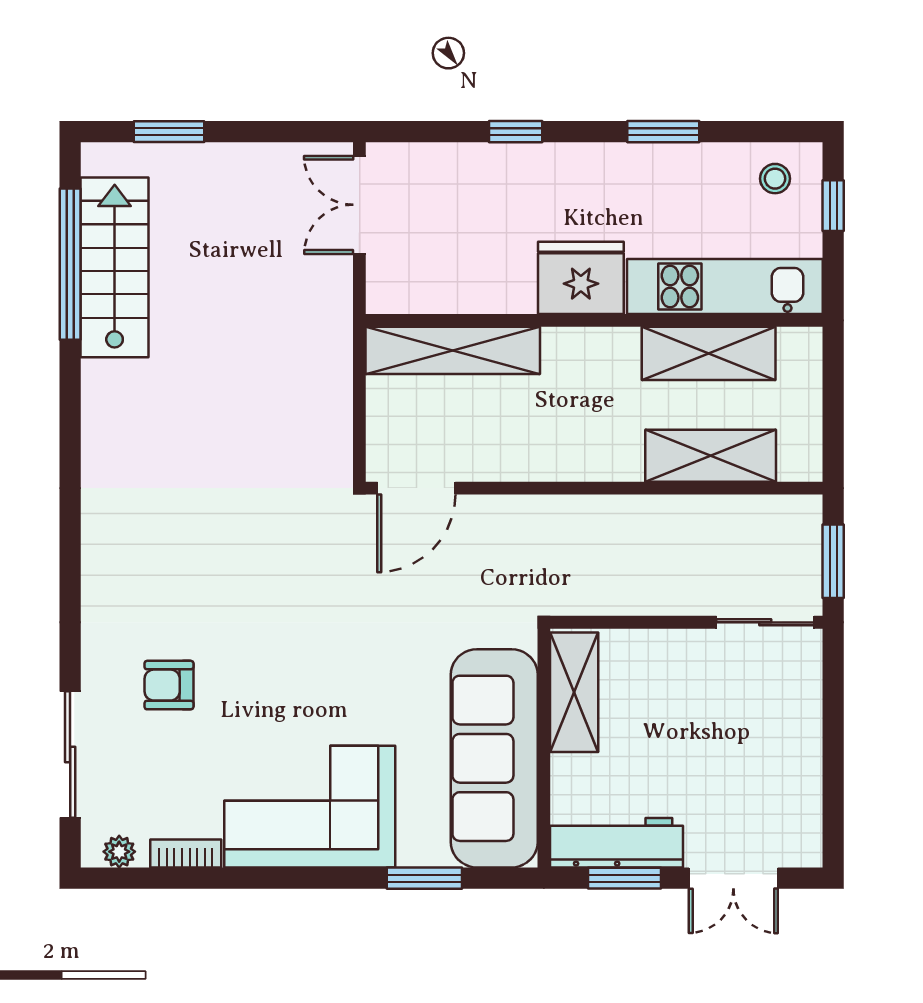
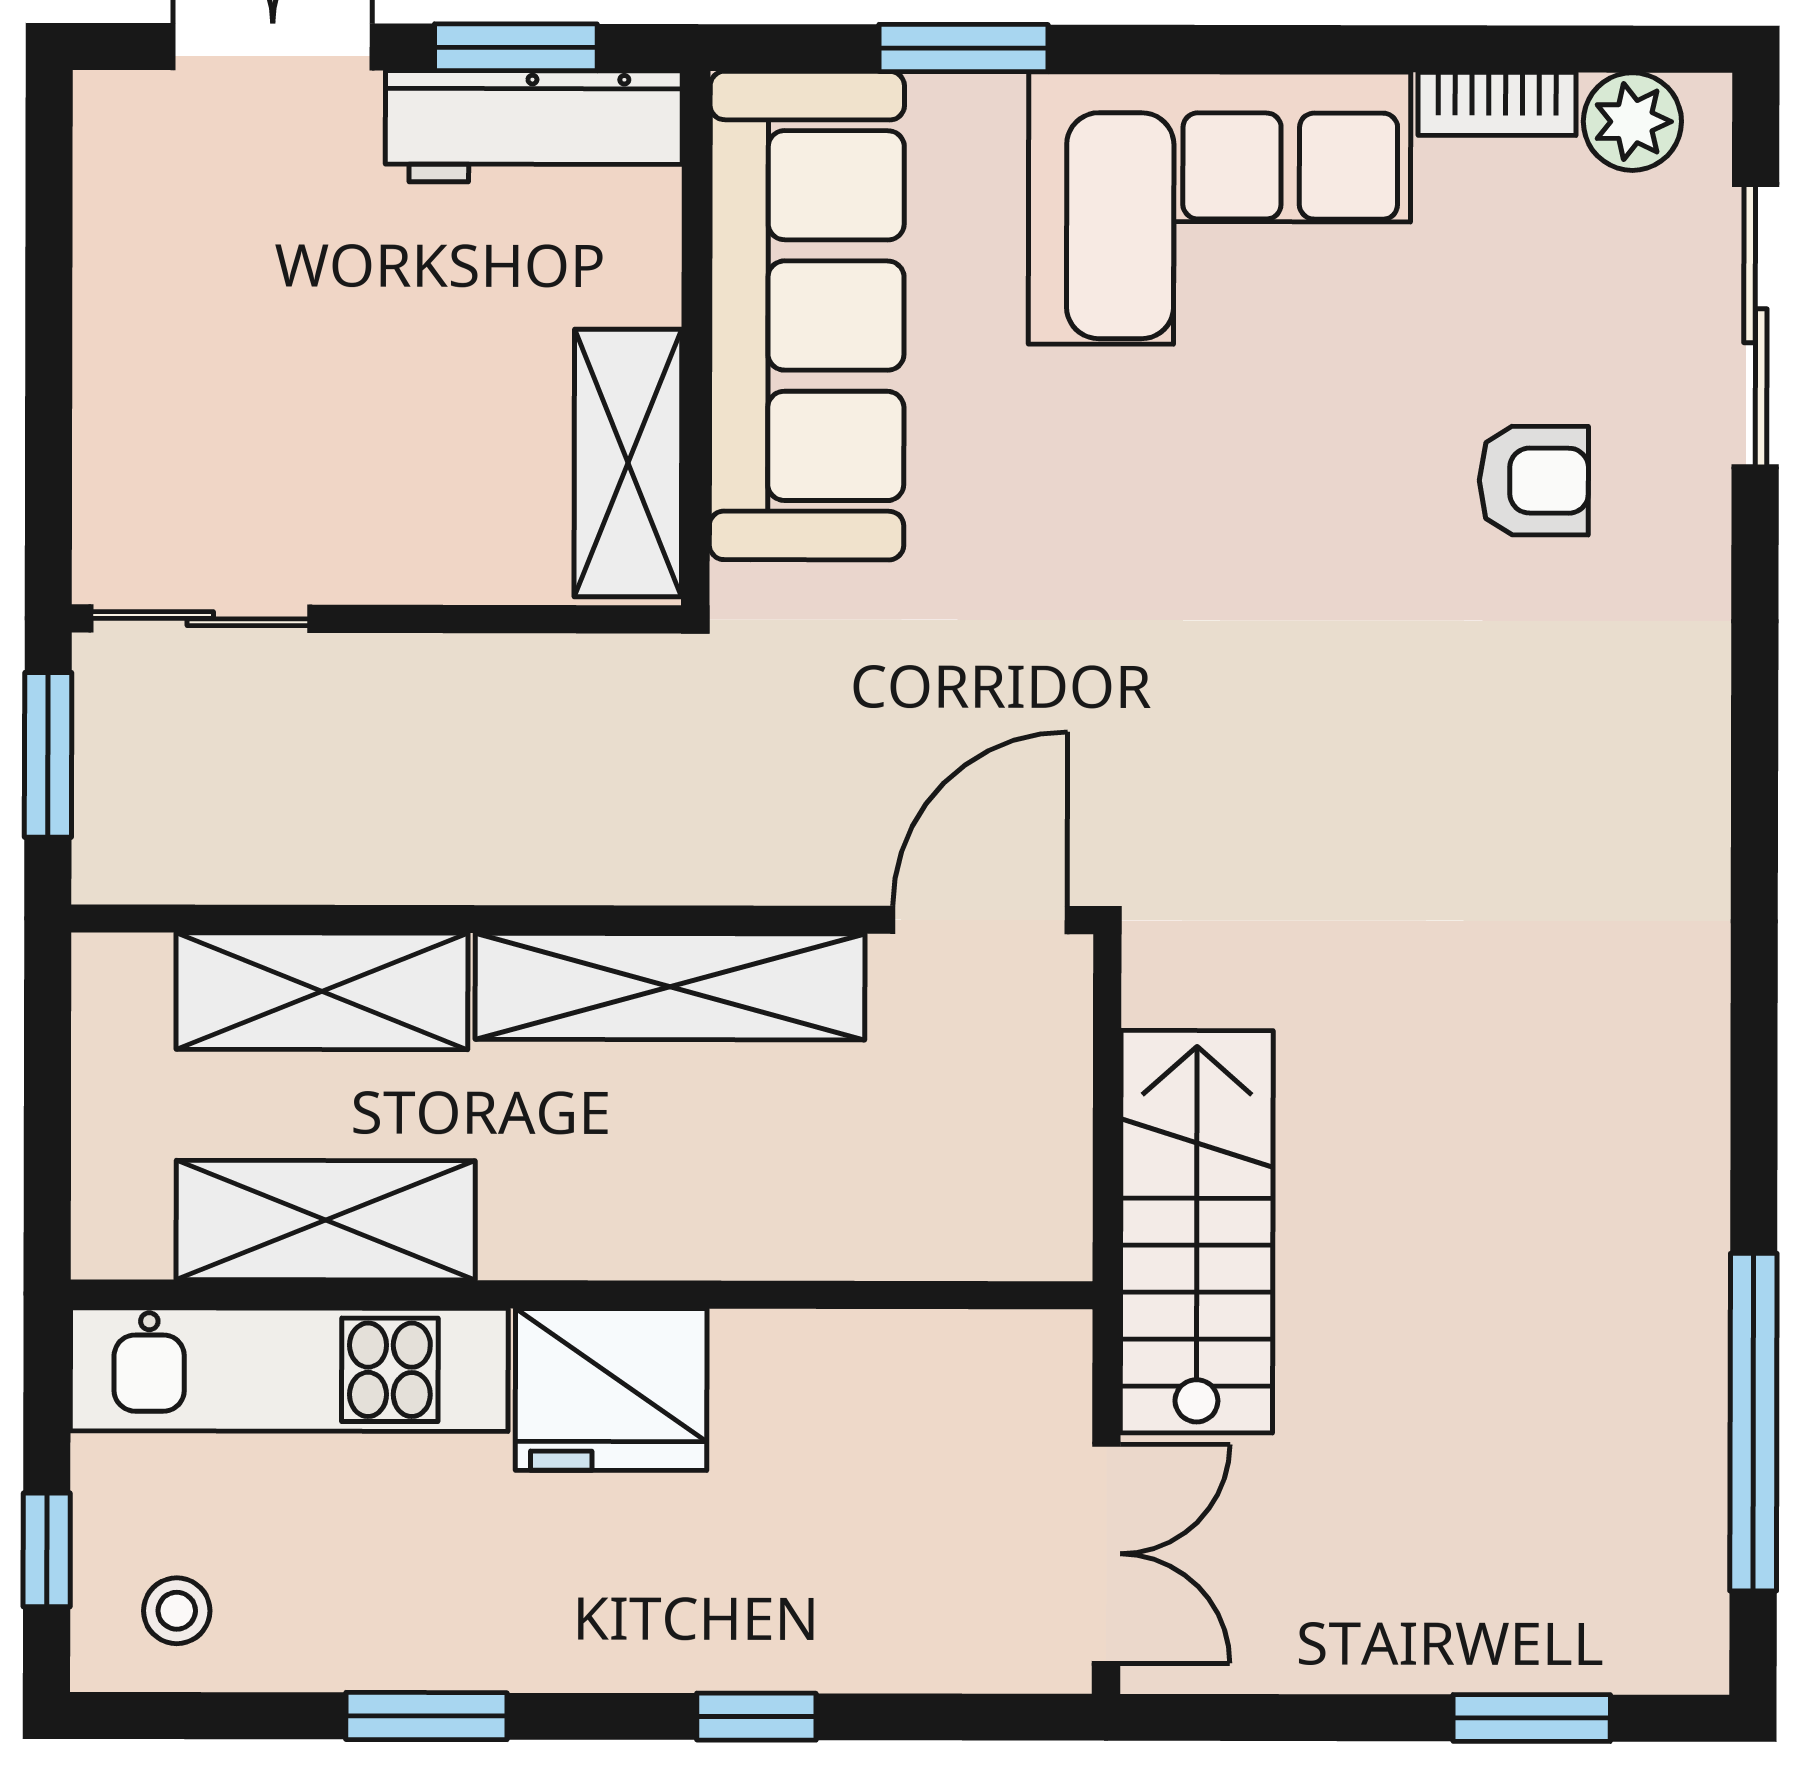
stairs: (115, 267) -> (1197, 1232), moved, turned 180
shelving: (453, 350) -> (670, 987), moved
plant: (119, 852) -> (1632, 122), width x1.38, depth x1.38

